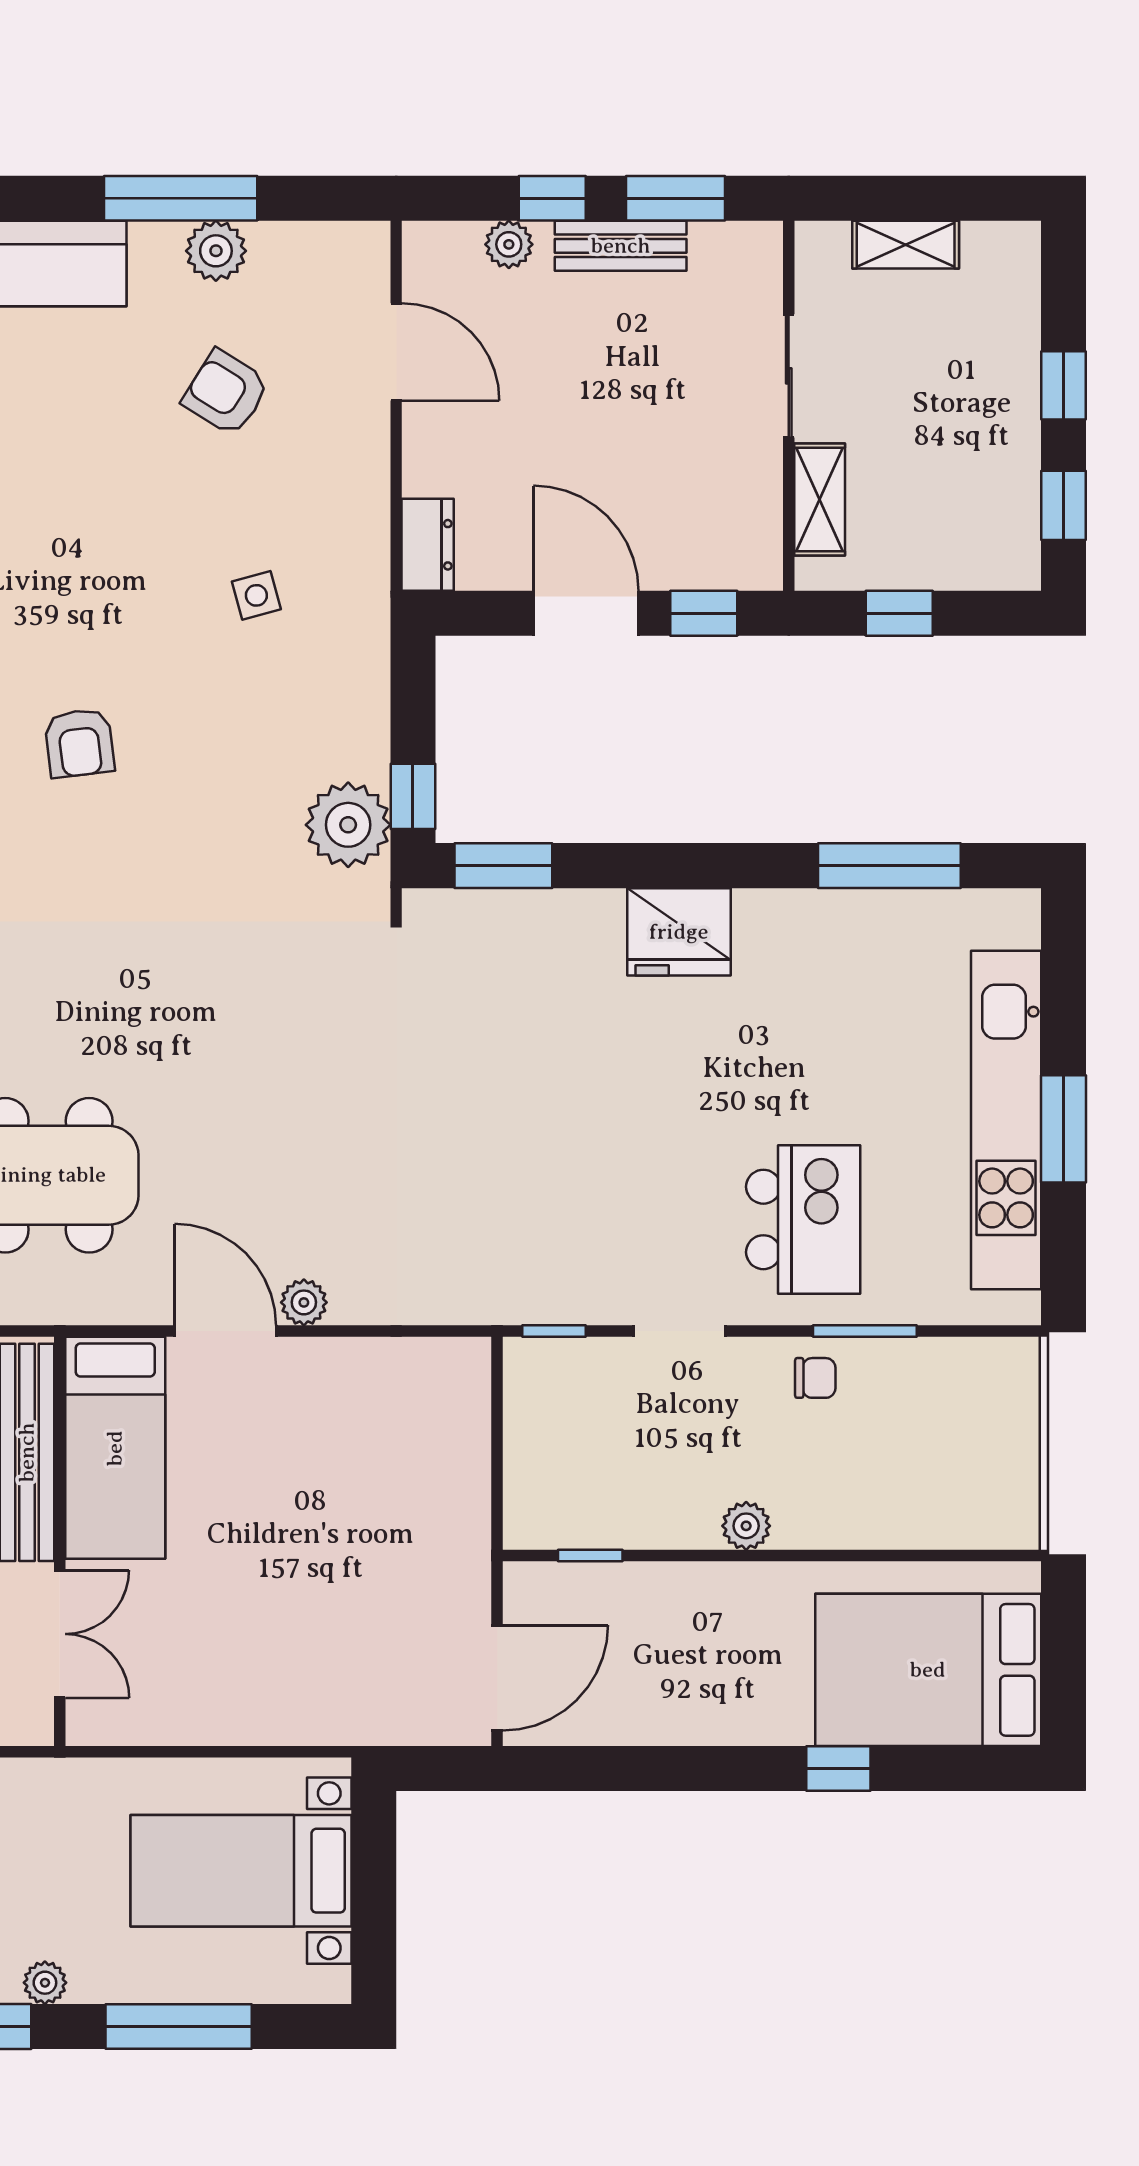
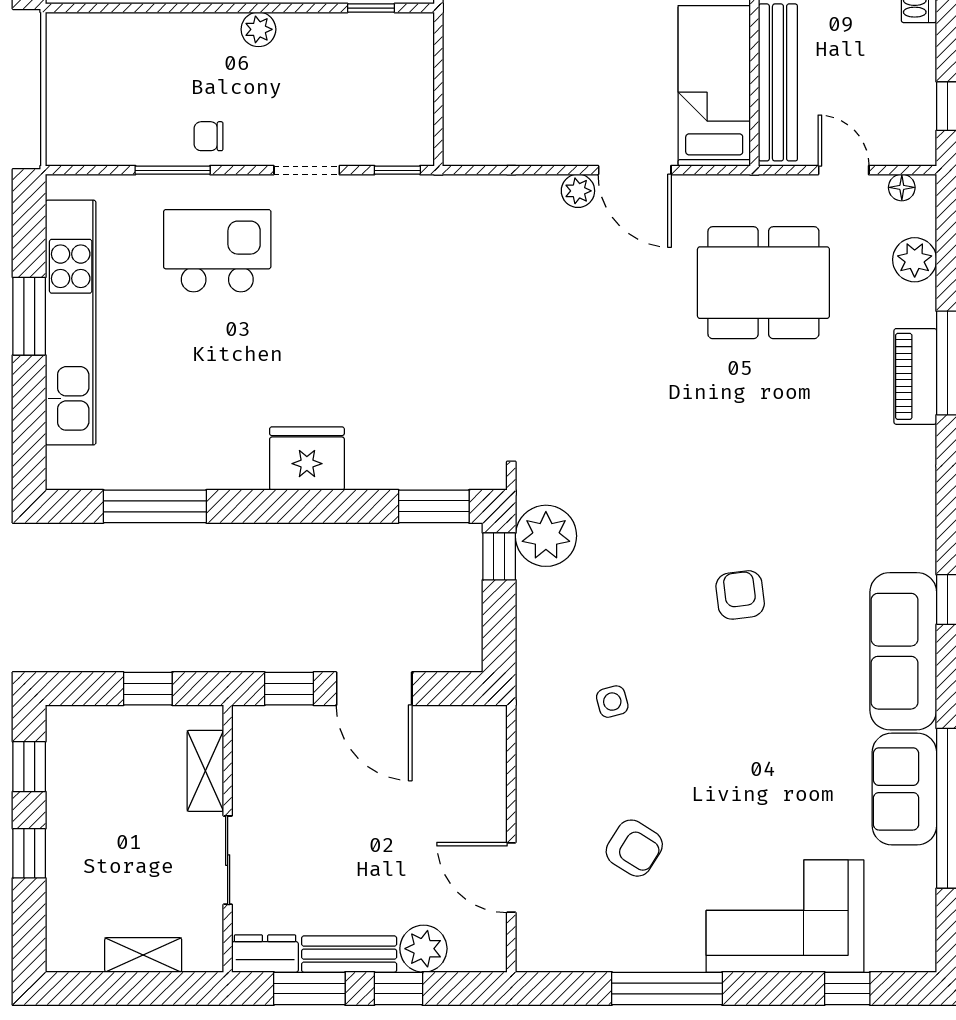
plant: (509, 244) -> (423, 949), width x1.38, depth x1.38
plant: (216, 251) -> (641, 950), removed
dresser: (428, 545) -> (265, 954), moved, turned 90
kitchen island: (803, 1219) -> (217, 251), turned 90

